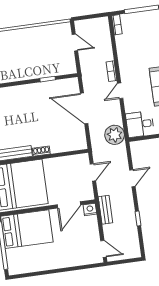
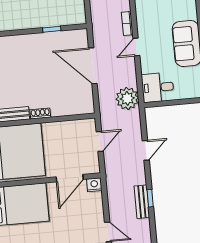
bench: (105, 210) -> (142, 202), moved

